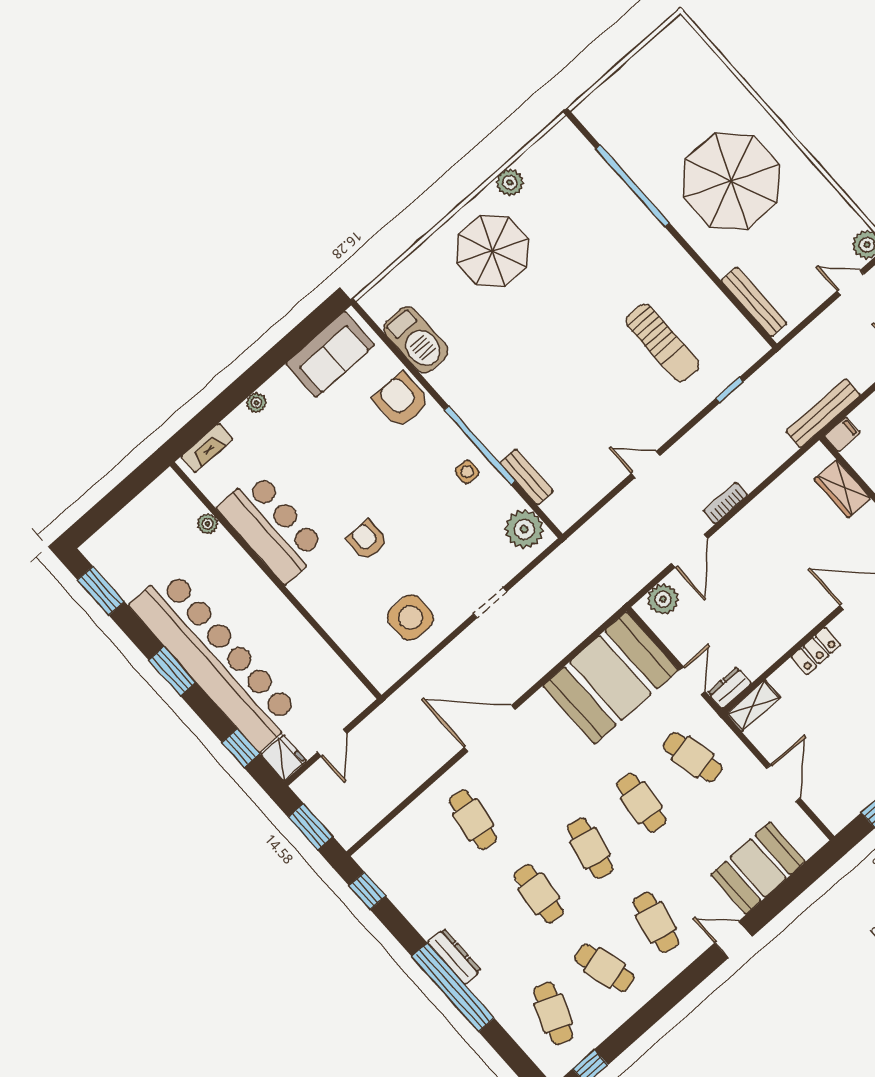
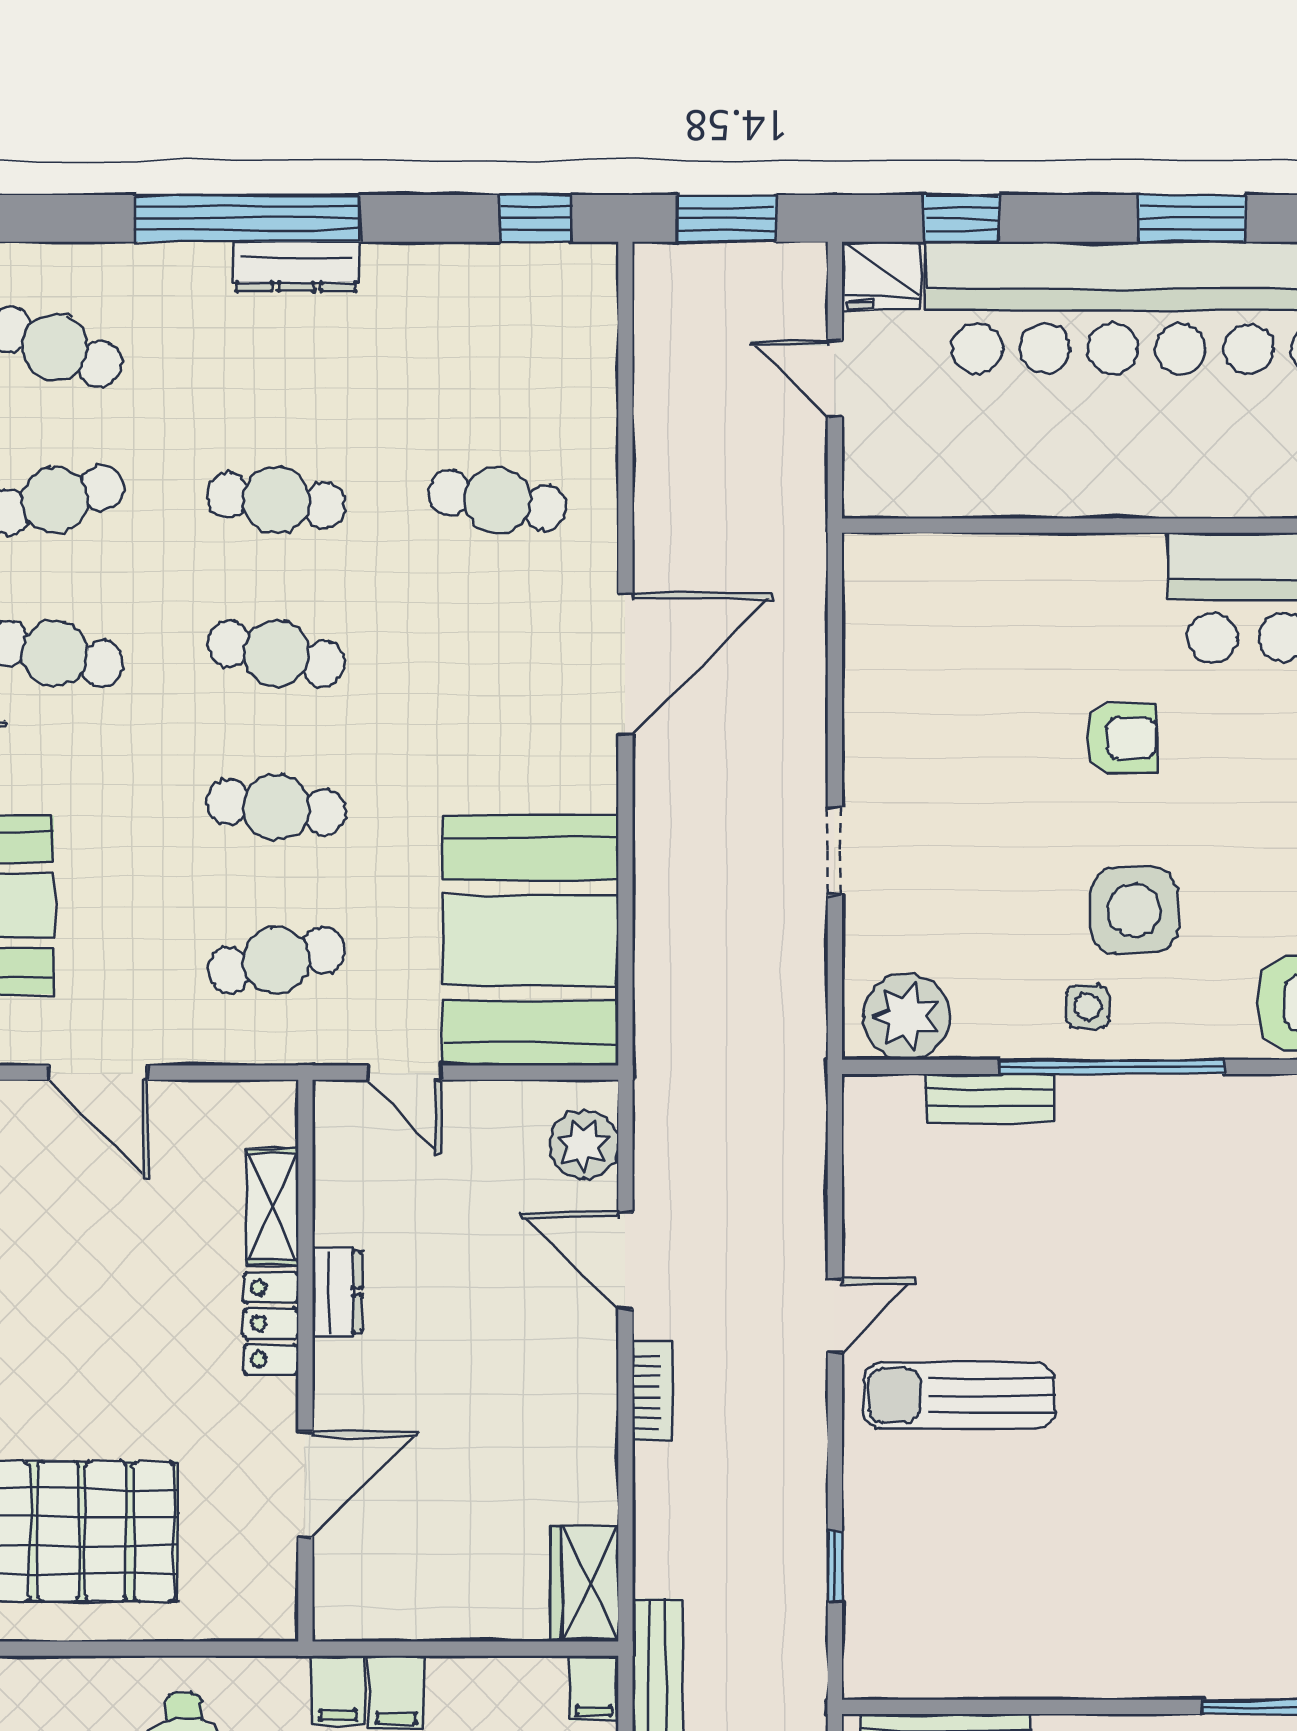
sun lounger: (663, 343) -> (959, 1396), moved
wardrobe: (842, 489) -> (585, 1584), moved, turned -90
side table: (410, 618) -> (1134, 910), moved
dresser: (729, 688) -> (337, 1292), moved
shelving: (753, 706) -> (272, 1207), moved

